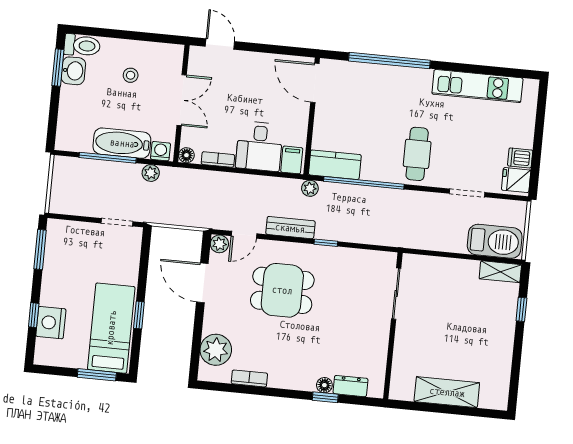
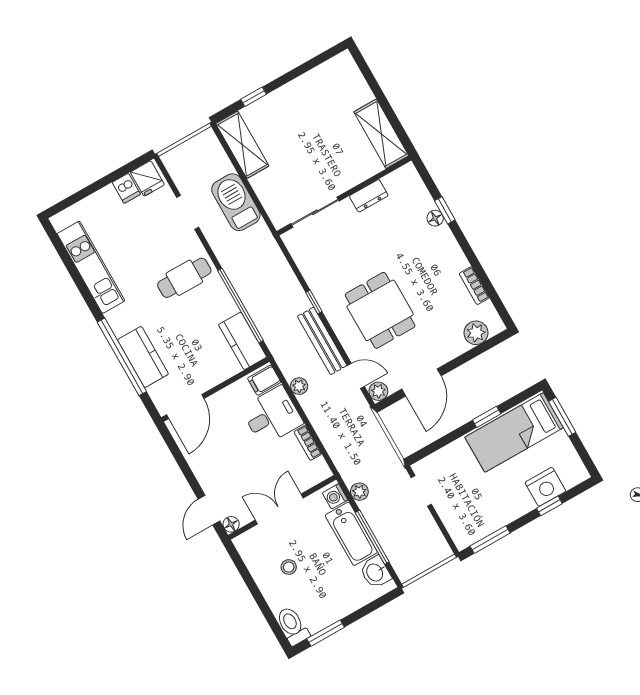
washbasin: (73, 71) -> (375, 572), moved, turned -90
kitchen counter: (378, 77) -> (143, 357), added
floor lamp: (186, 155) -> (231, 524), moved
plant: (310, 188) -> (299, 386), moved
bench: (290, 228) -> (322, 341), width x1.36
barbecue: (495, 241) -> (236, 202), moved
shelving: (500, 272) -> (242, 145), width x1.50, depth x1.33
plant: (216, 350) -> (476, 333), width x0.73, depth x0.73
dresser: (350, 386) -> (369, 196), moved, turned -90
shelving: (447, 392) -> (381, 134), moved

